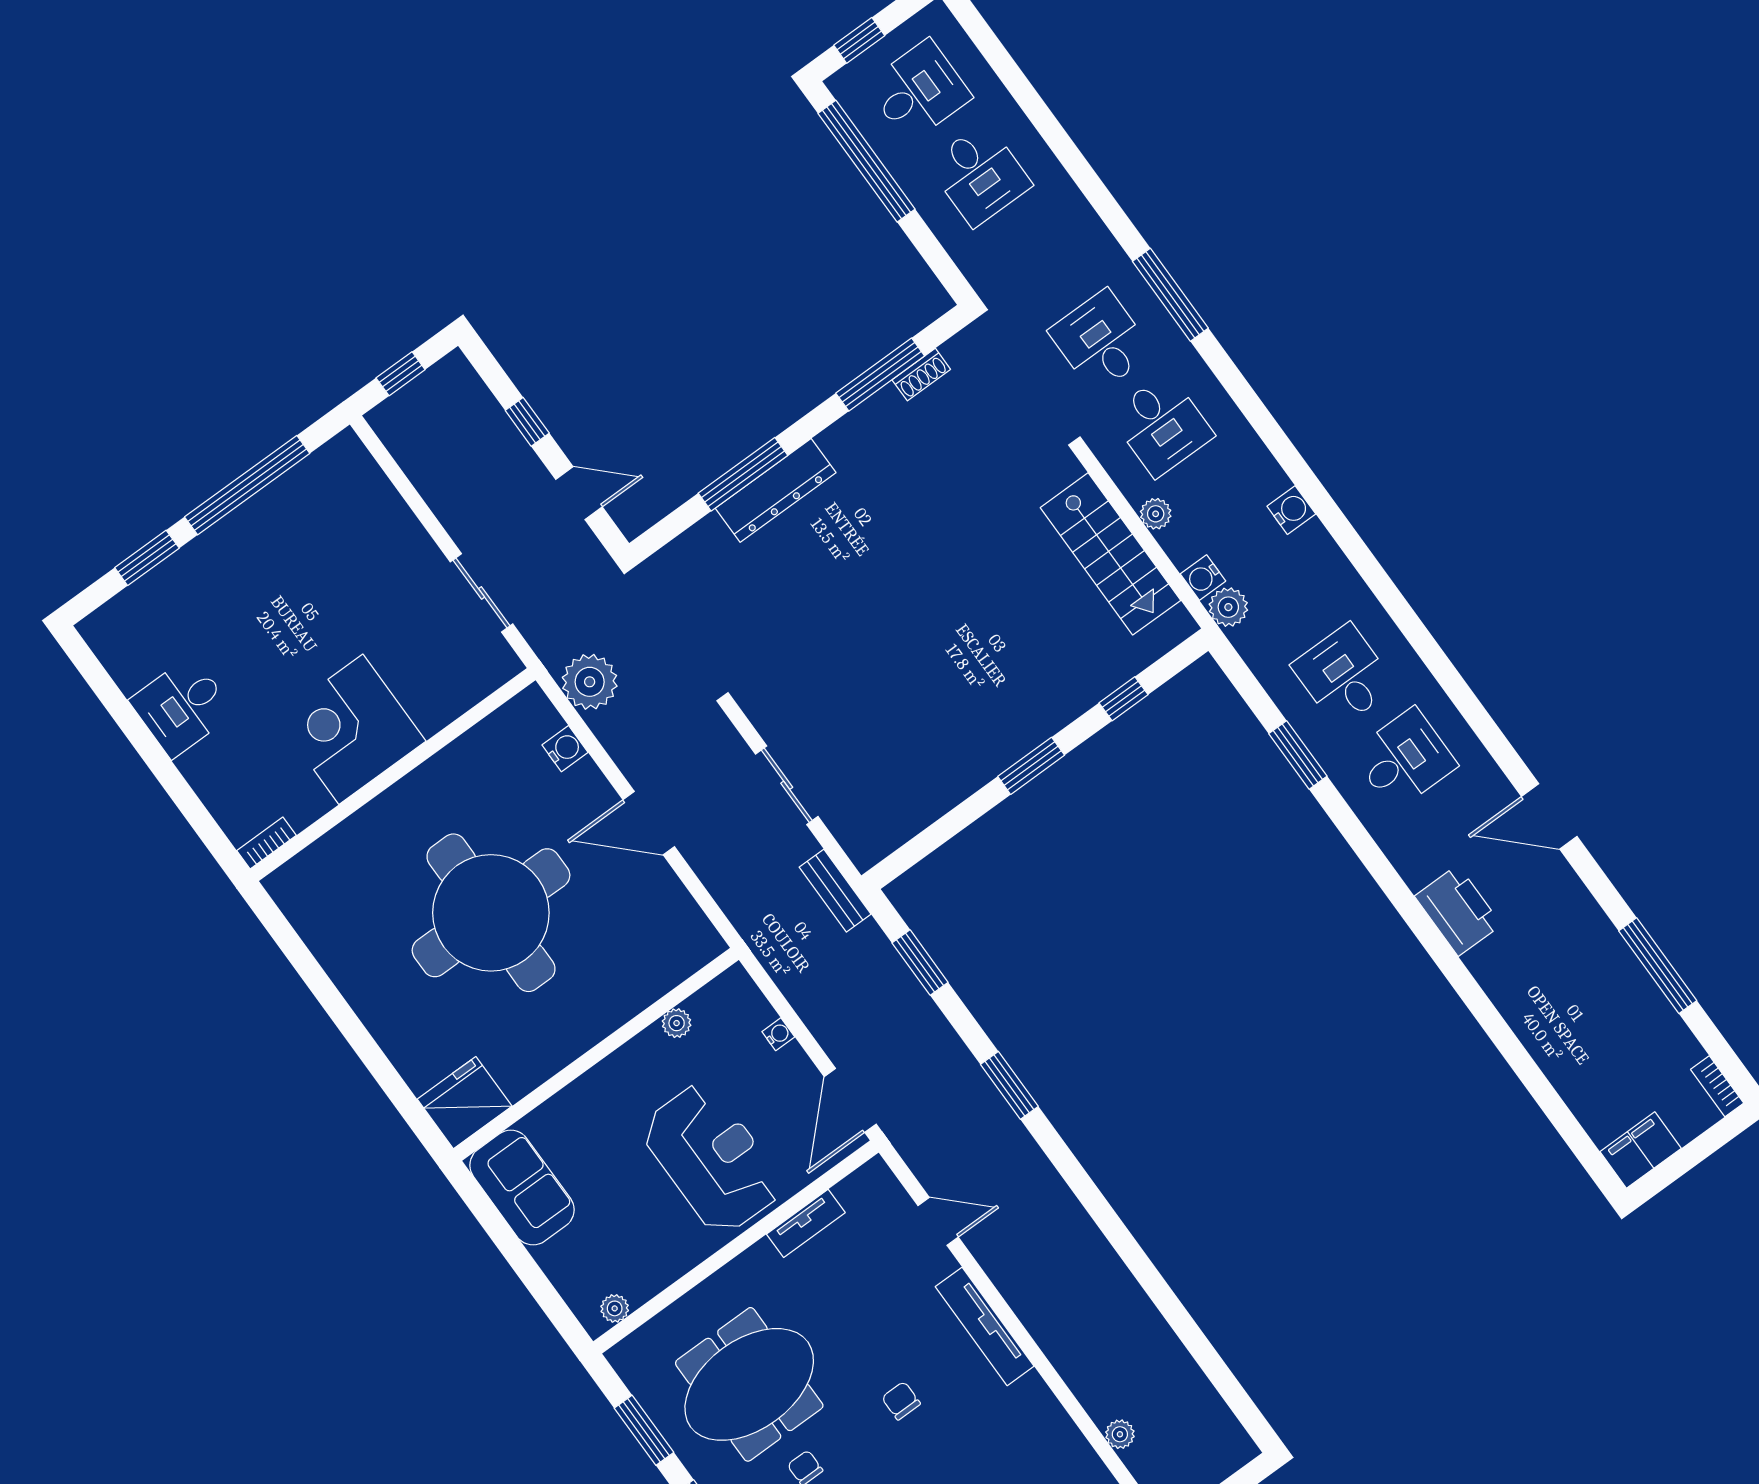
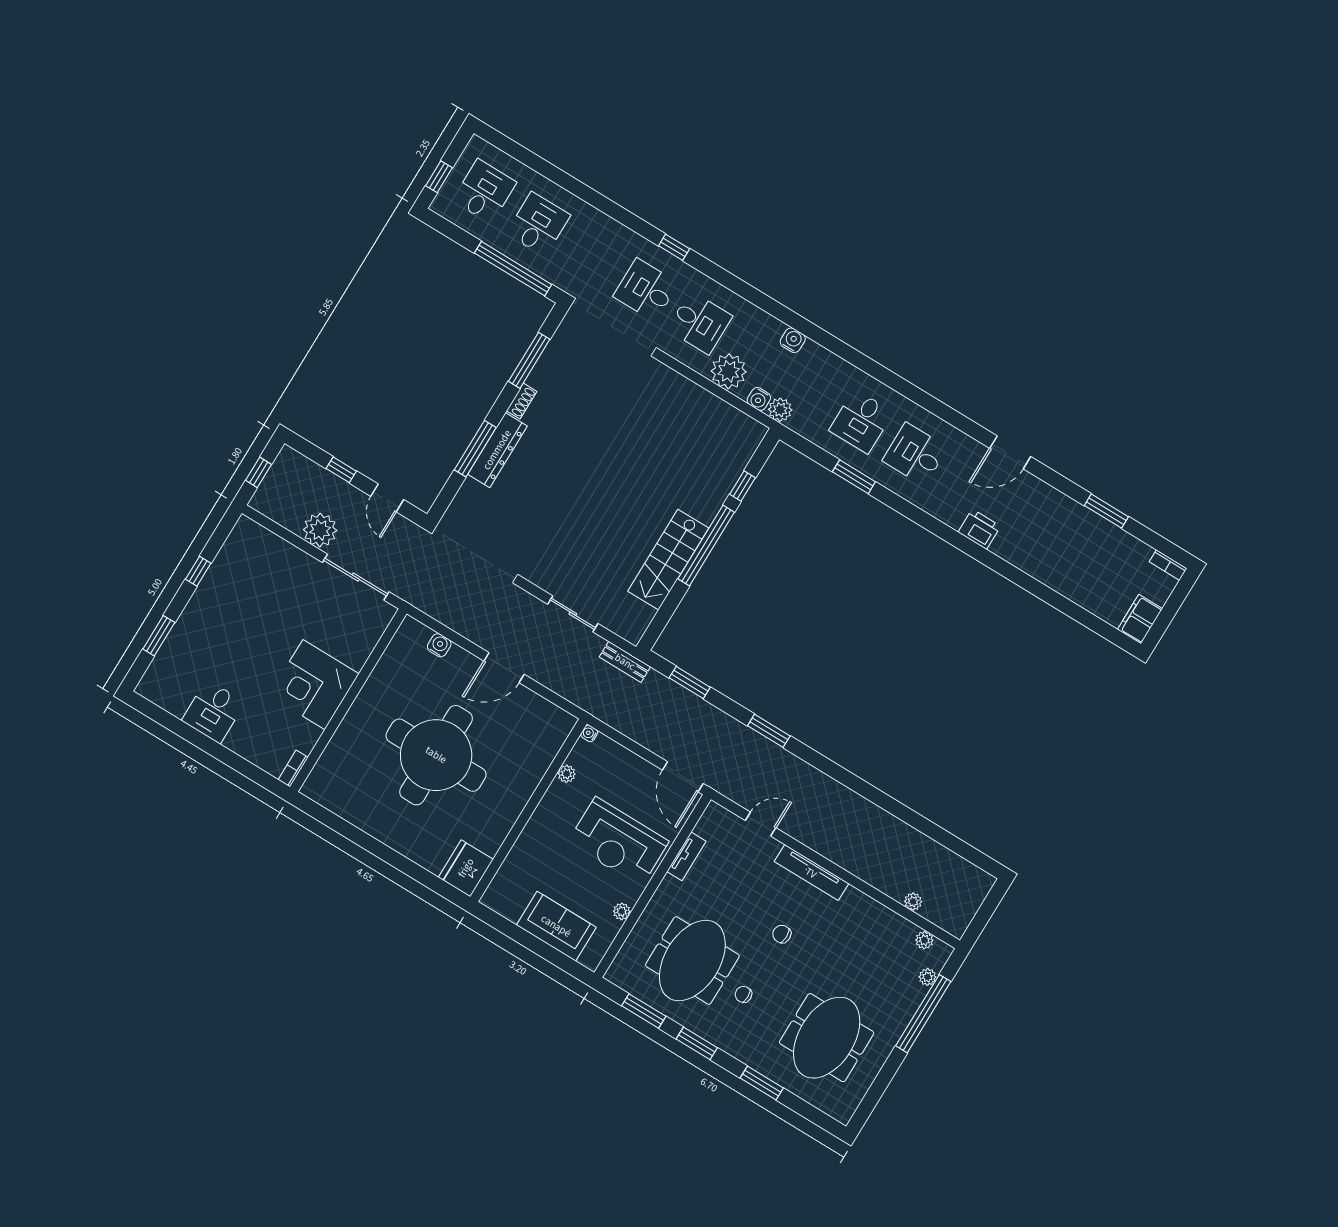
window: (866, 161) -> (513, 269), moved
desk: (980, 174) -> (538, 224), turned -90
window: (1170, 295) -> (674, 247), width x0.46
shoe rack: (921, 375) -> (522, 401), moved
window: (247, 485) -> (198, 571), width x0.32
door: (579, 493) -> (387, 498), swing flipped
plant: (1156, 514) -> (729, 371), width x1.88, depth x1.88
stairs: (1110, 554) -> (668, 560), moved, turned 90
sliding door: (482, 593) -> (356, 577), width x1.37
desk: (1344, 676) -> (861, 421), turned -90
plant: (590, 682) -> (320, 530), moved
desk: (1404, 759) -> (915, 454), turned -90
window: (1031, 766) -> (706, 546), width x2.11
printer: (1458, 911) -> (979, 529), width x0.73, depth x0.84
window: (1658, 966) -> (1106, 511), width x0.69
water cooler: (778, 1034) -> (589, 733), moved, turned -90
reception desk: (712, 1158) -> (618, 842), turned 180
sofa: (522, 1188) -> (556, 926), moved
plant: (615, 1308) -> (622, 911), moved

